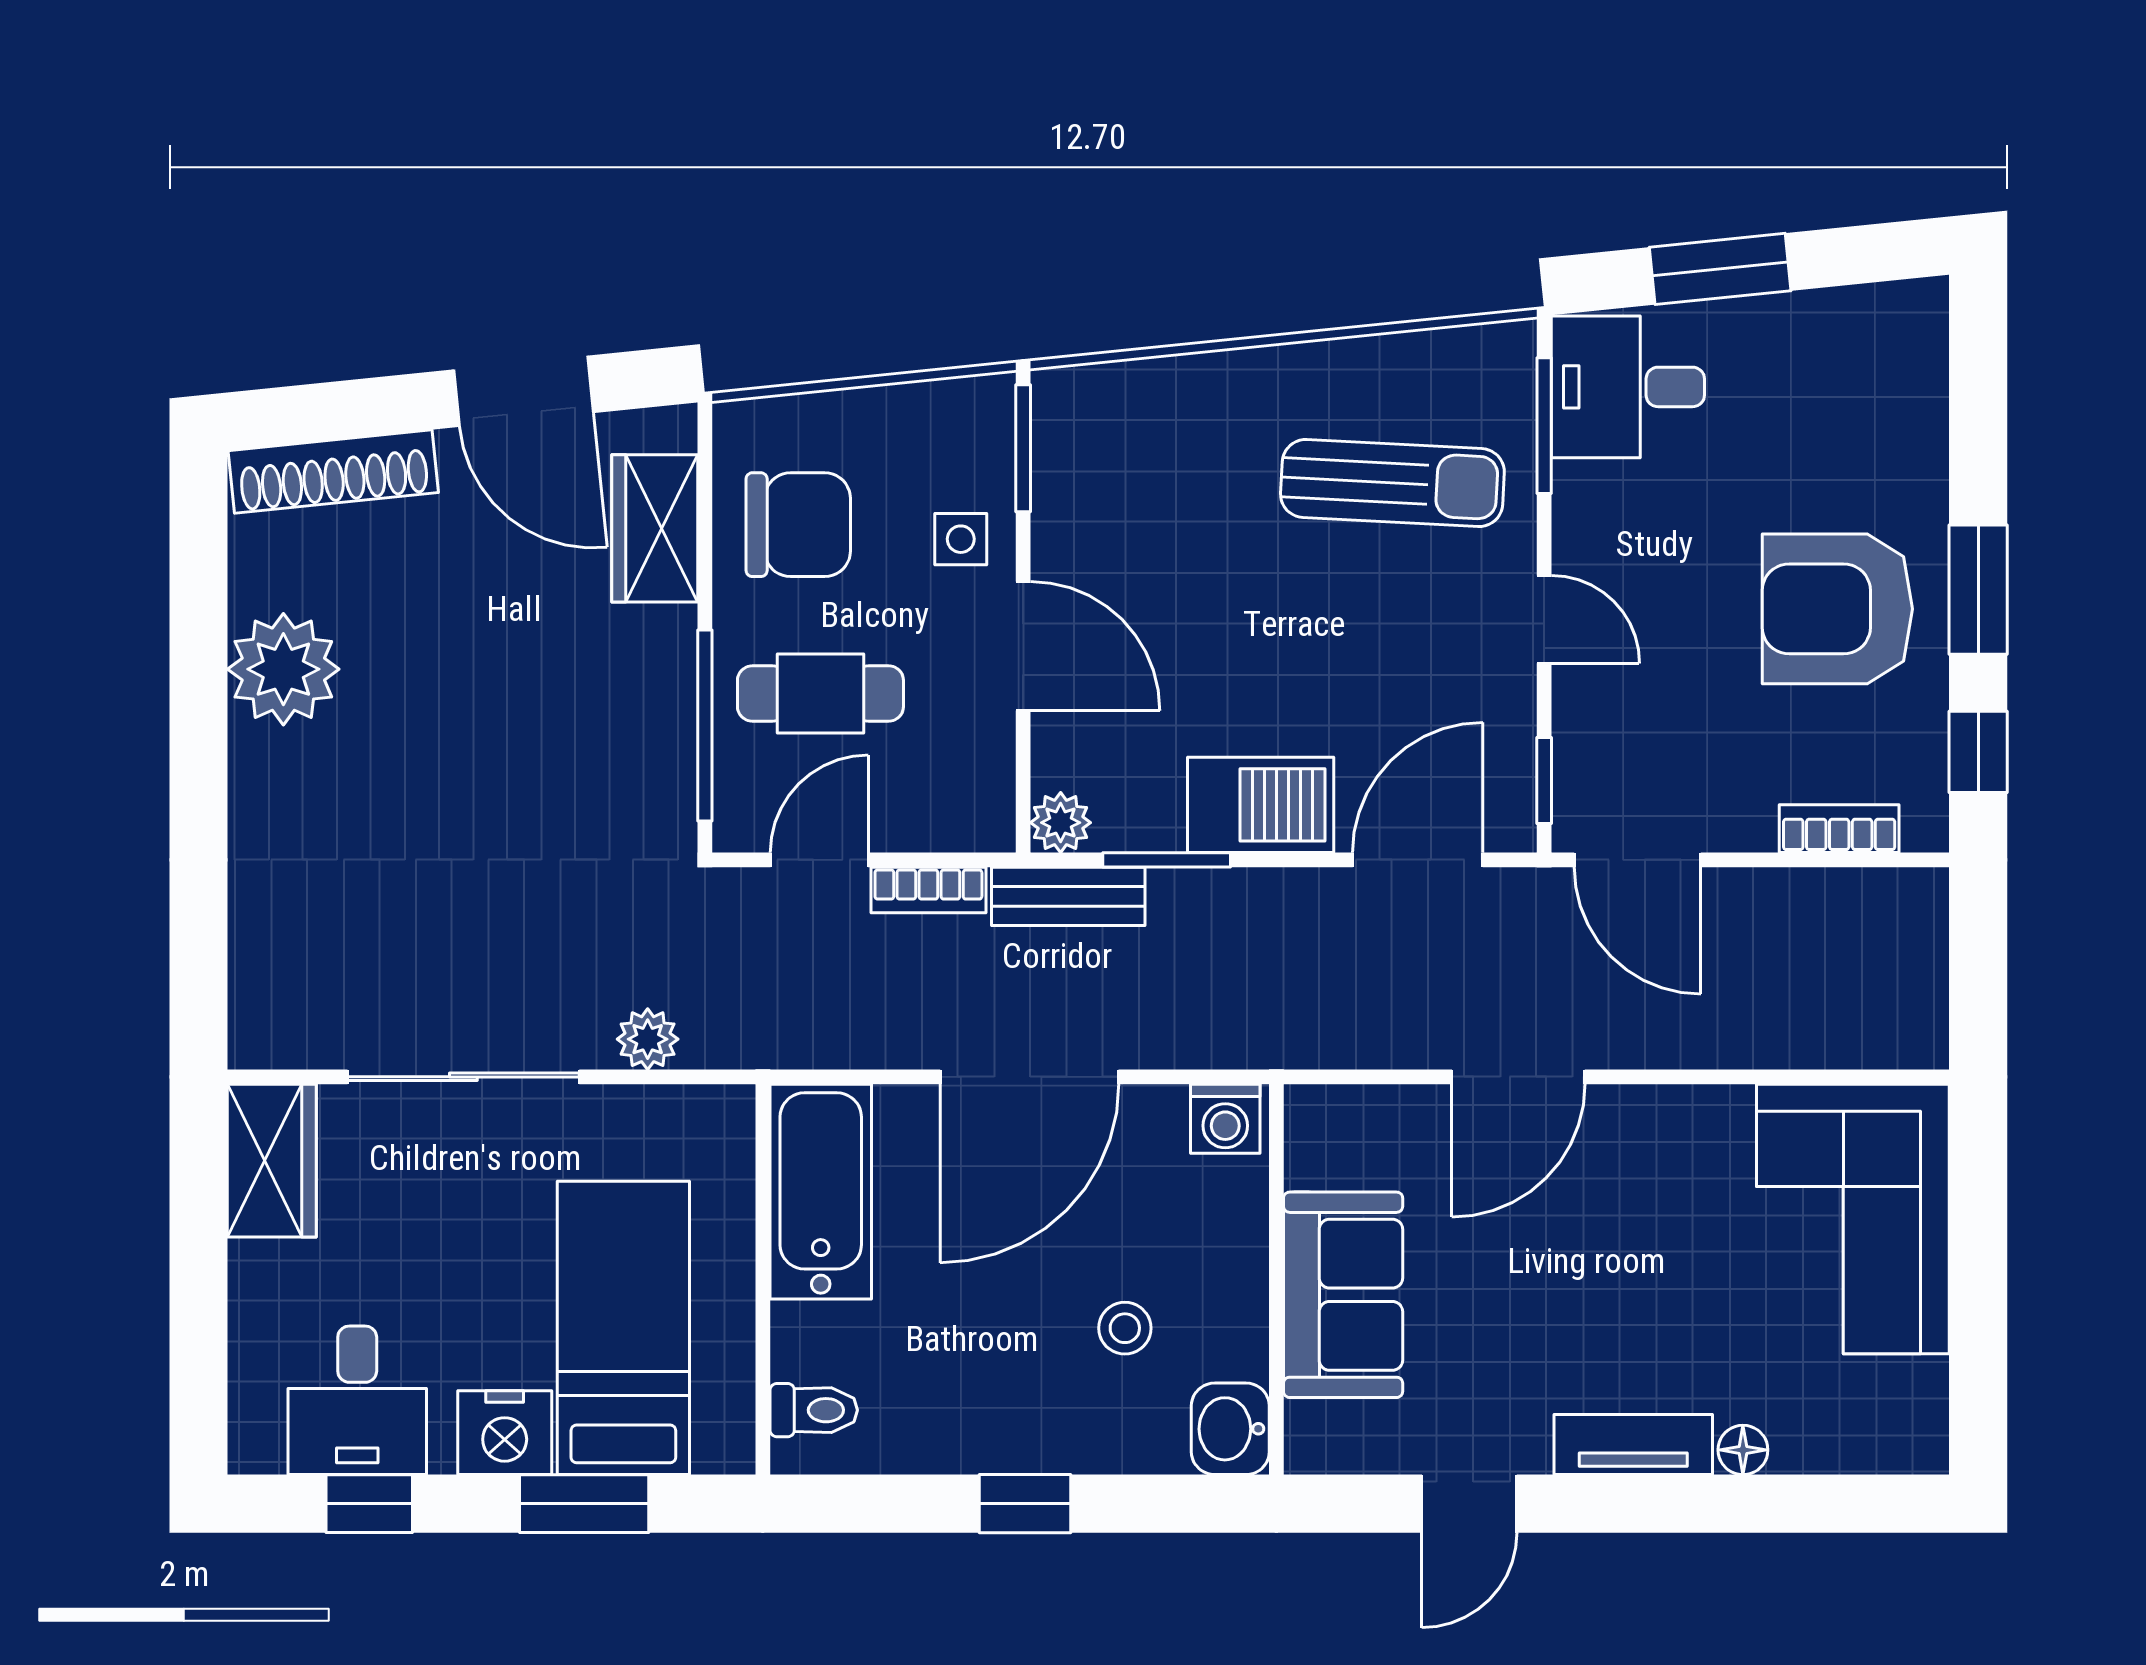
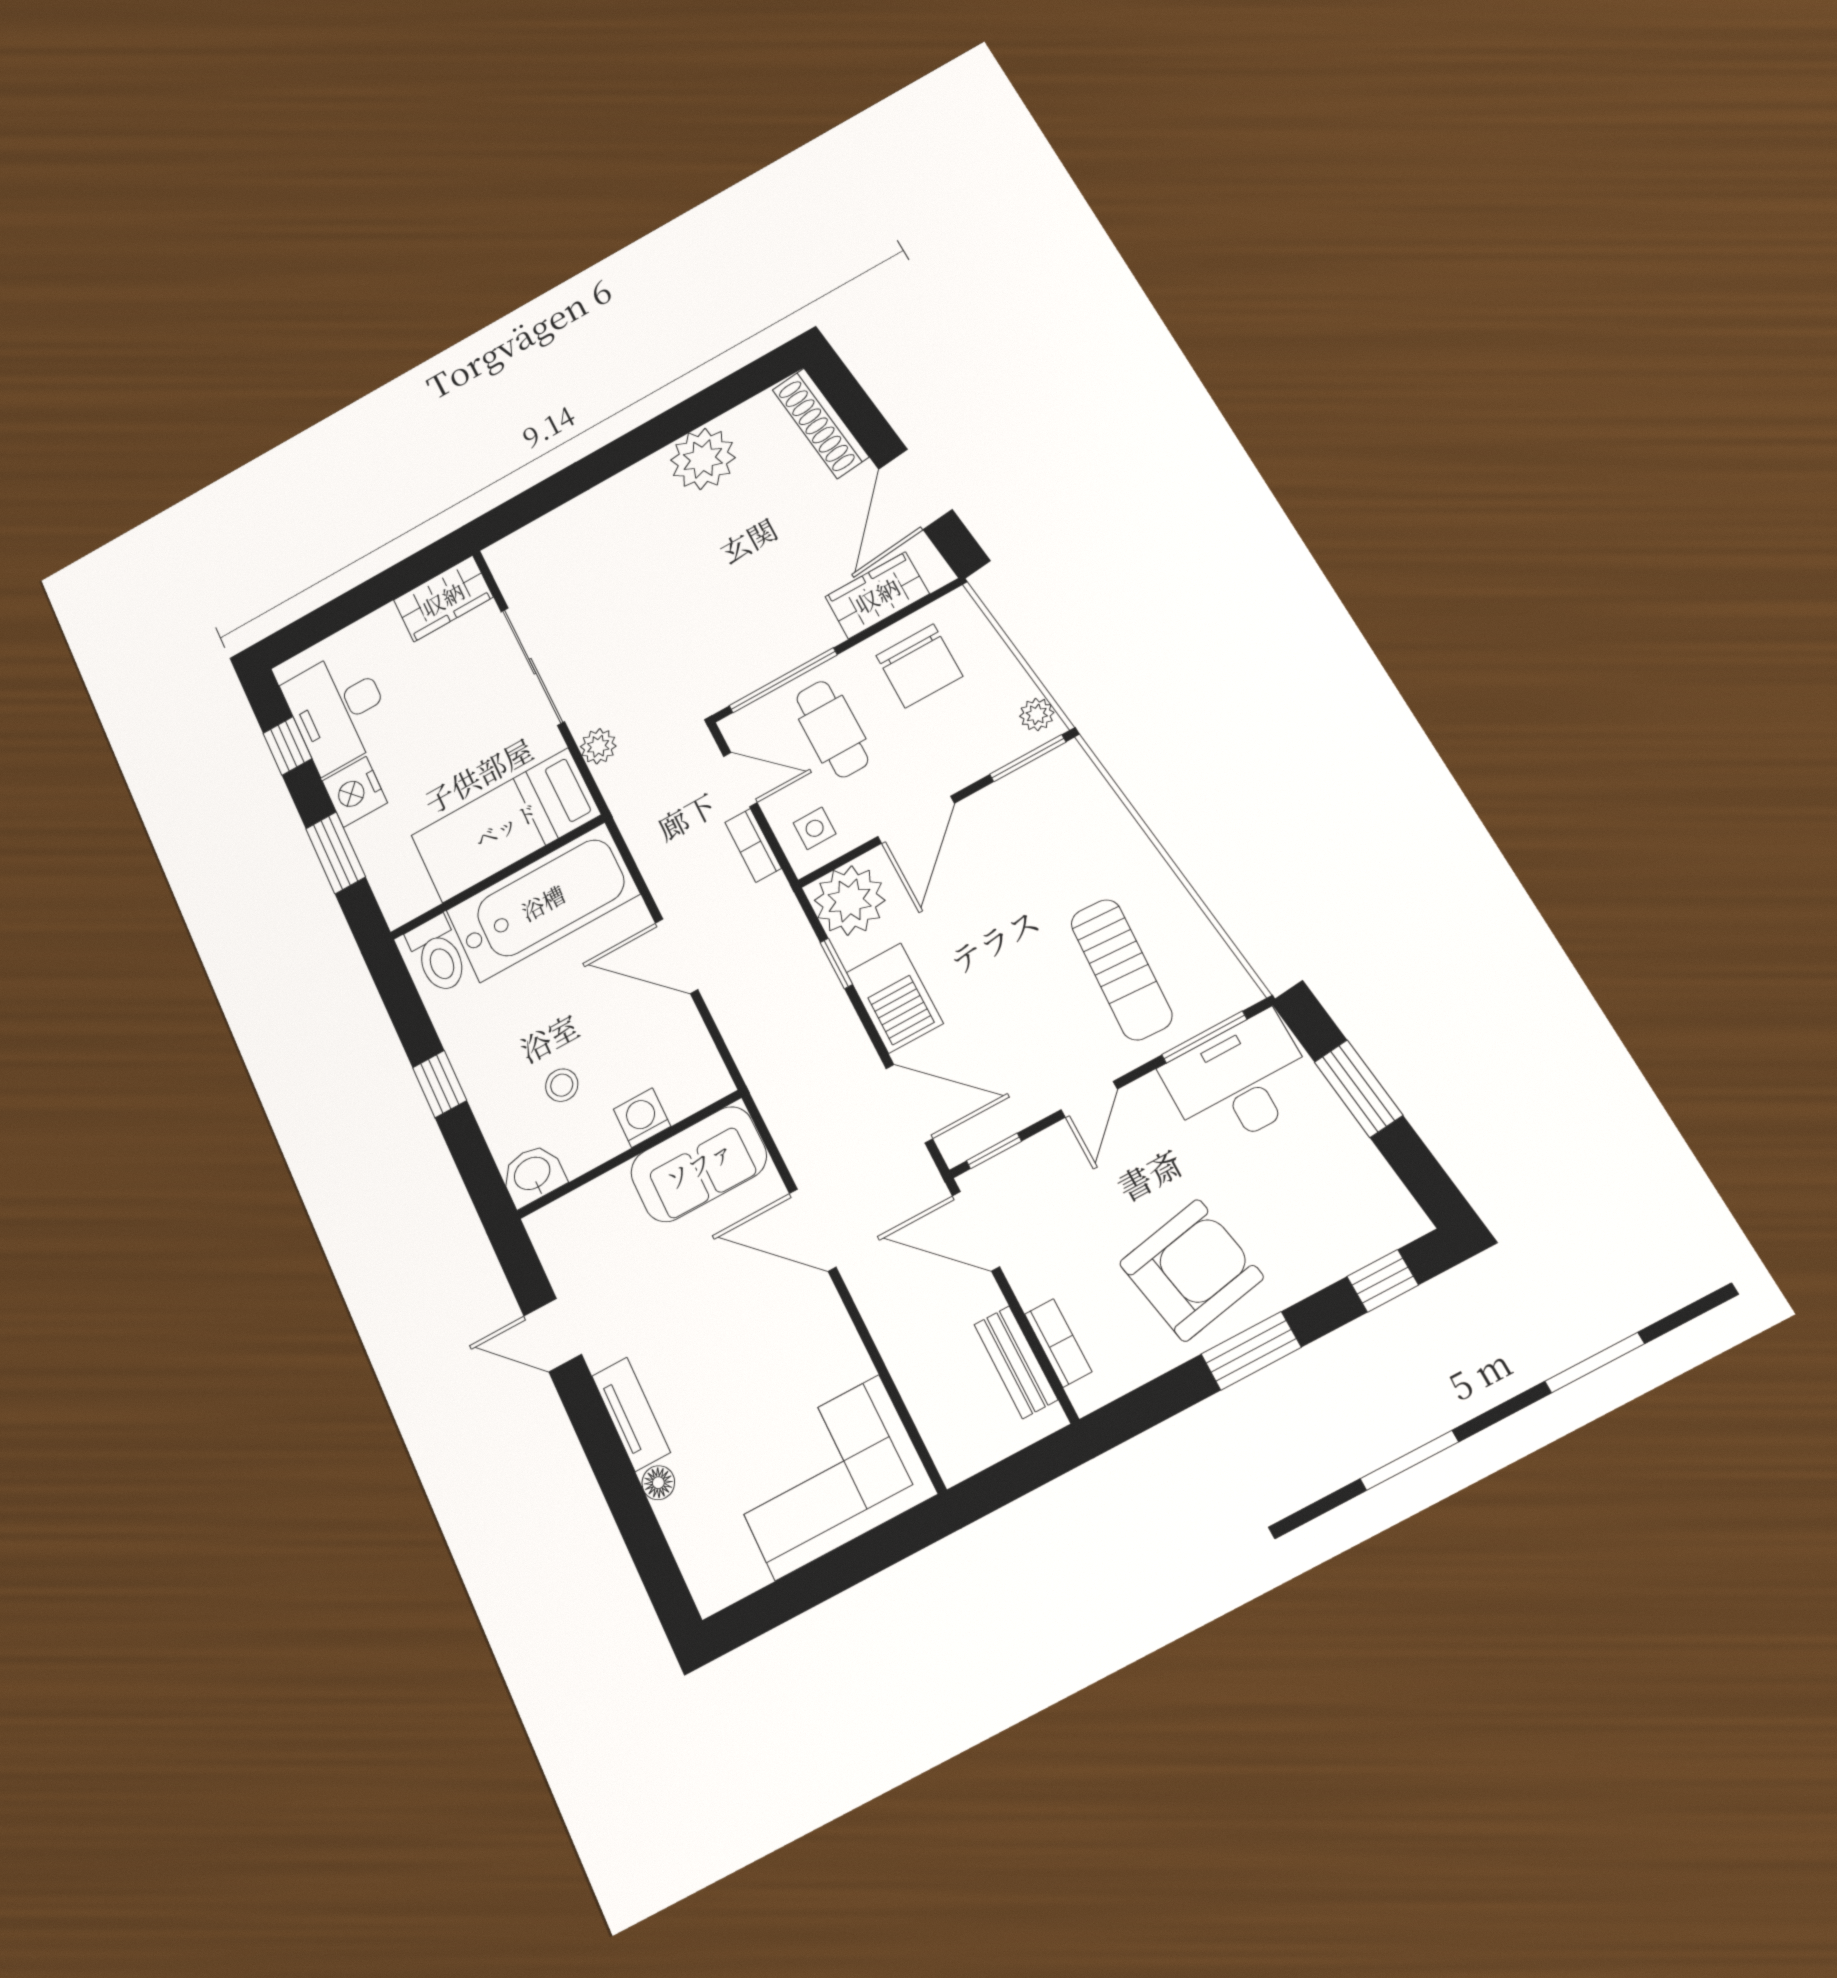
desk: (1628, 387) -> (1239, 1082), width x1.37
plant: (967, 402) -> (1037, 714), added
side table: (961, 539) -> (815, 828), moved
armchair: (1837, 609) -> (1191, 1270), turned 79
window: (1978, 752) -> (1383, 1281), moved
plant: (1061, 823) -> (850, 900), width x1.87, depth x1.87
window: (1167, 860) -> (836, 963), width x0.67
door: (1637, 860) -> (976, 1231), hinge flipped
bench: (1068, 896) -> (1016, 1362), moved
door: (1029, 1077) -> (677, 956), width x0.73
washing machine: (1225, 1119) -> (642, 1118), moved, turned 90
bathtub: (821, 1192) -> (543, 902), width x1.36, depth x1.36
sofa: (1343, 1295) -> (699, 1164), moved
bed: (623, 1328) -> (506, 825), moved, turned 180
desk: (357, 1400) -> (338, 710), width x1.37
toilet: (814, 1410) -> (438, 955), width x1.37, depth x1.39

